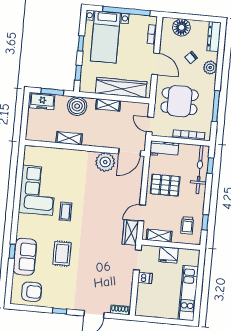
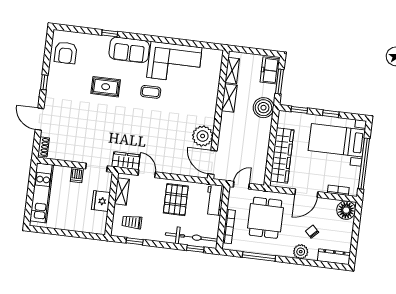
floor lamp: (181, 27) -> (346, 210), moved
shelving: (108, 105) -> (232, 71), moved
sofa: (25, 257) -> (129, 50), moved
kitchen unit: (188, 293) -> (41, 193), moved, turned 90

